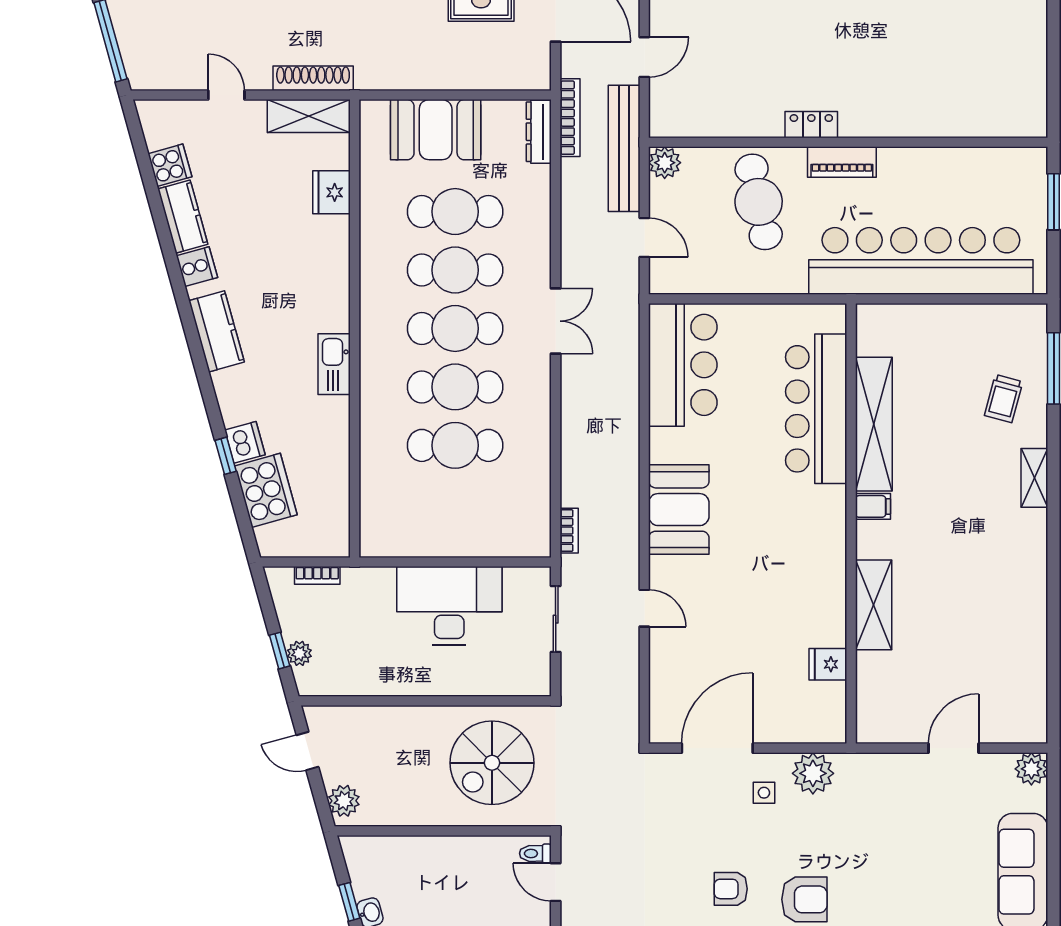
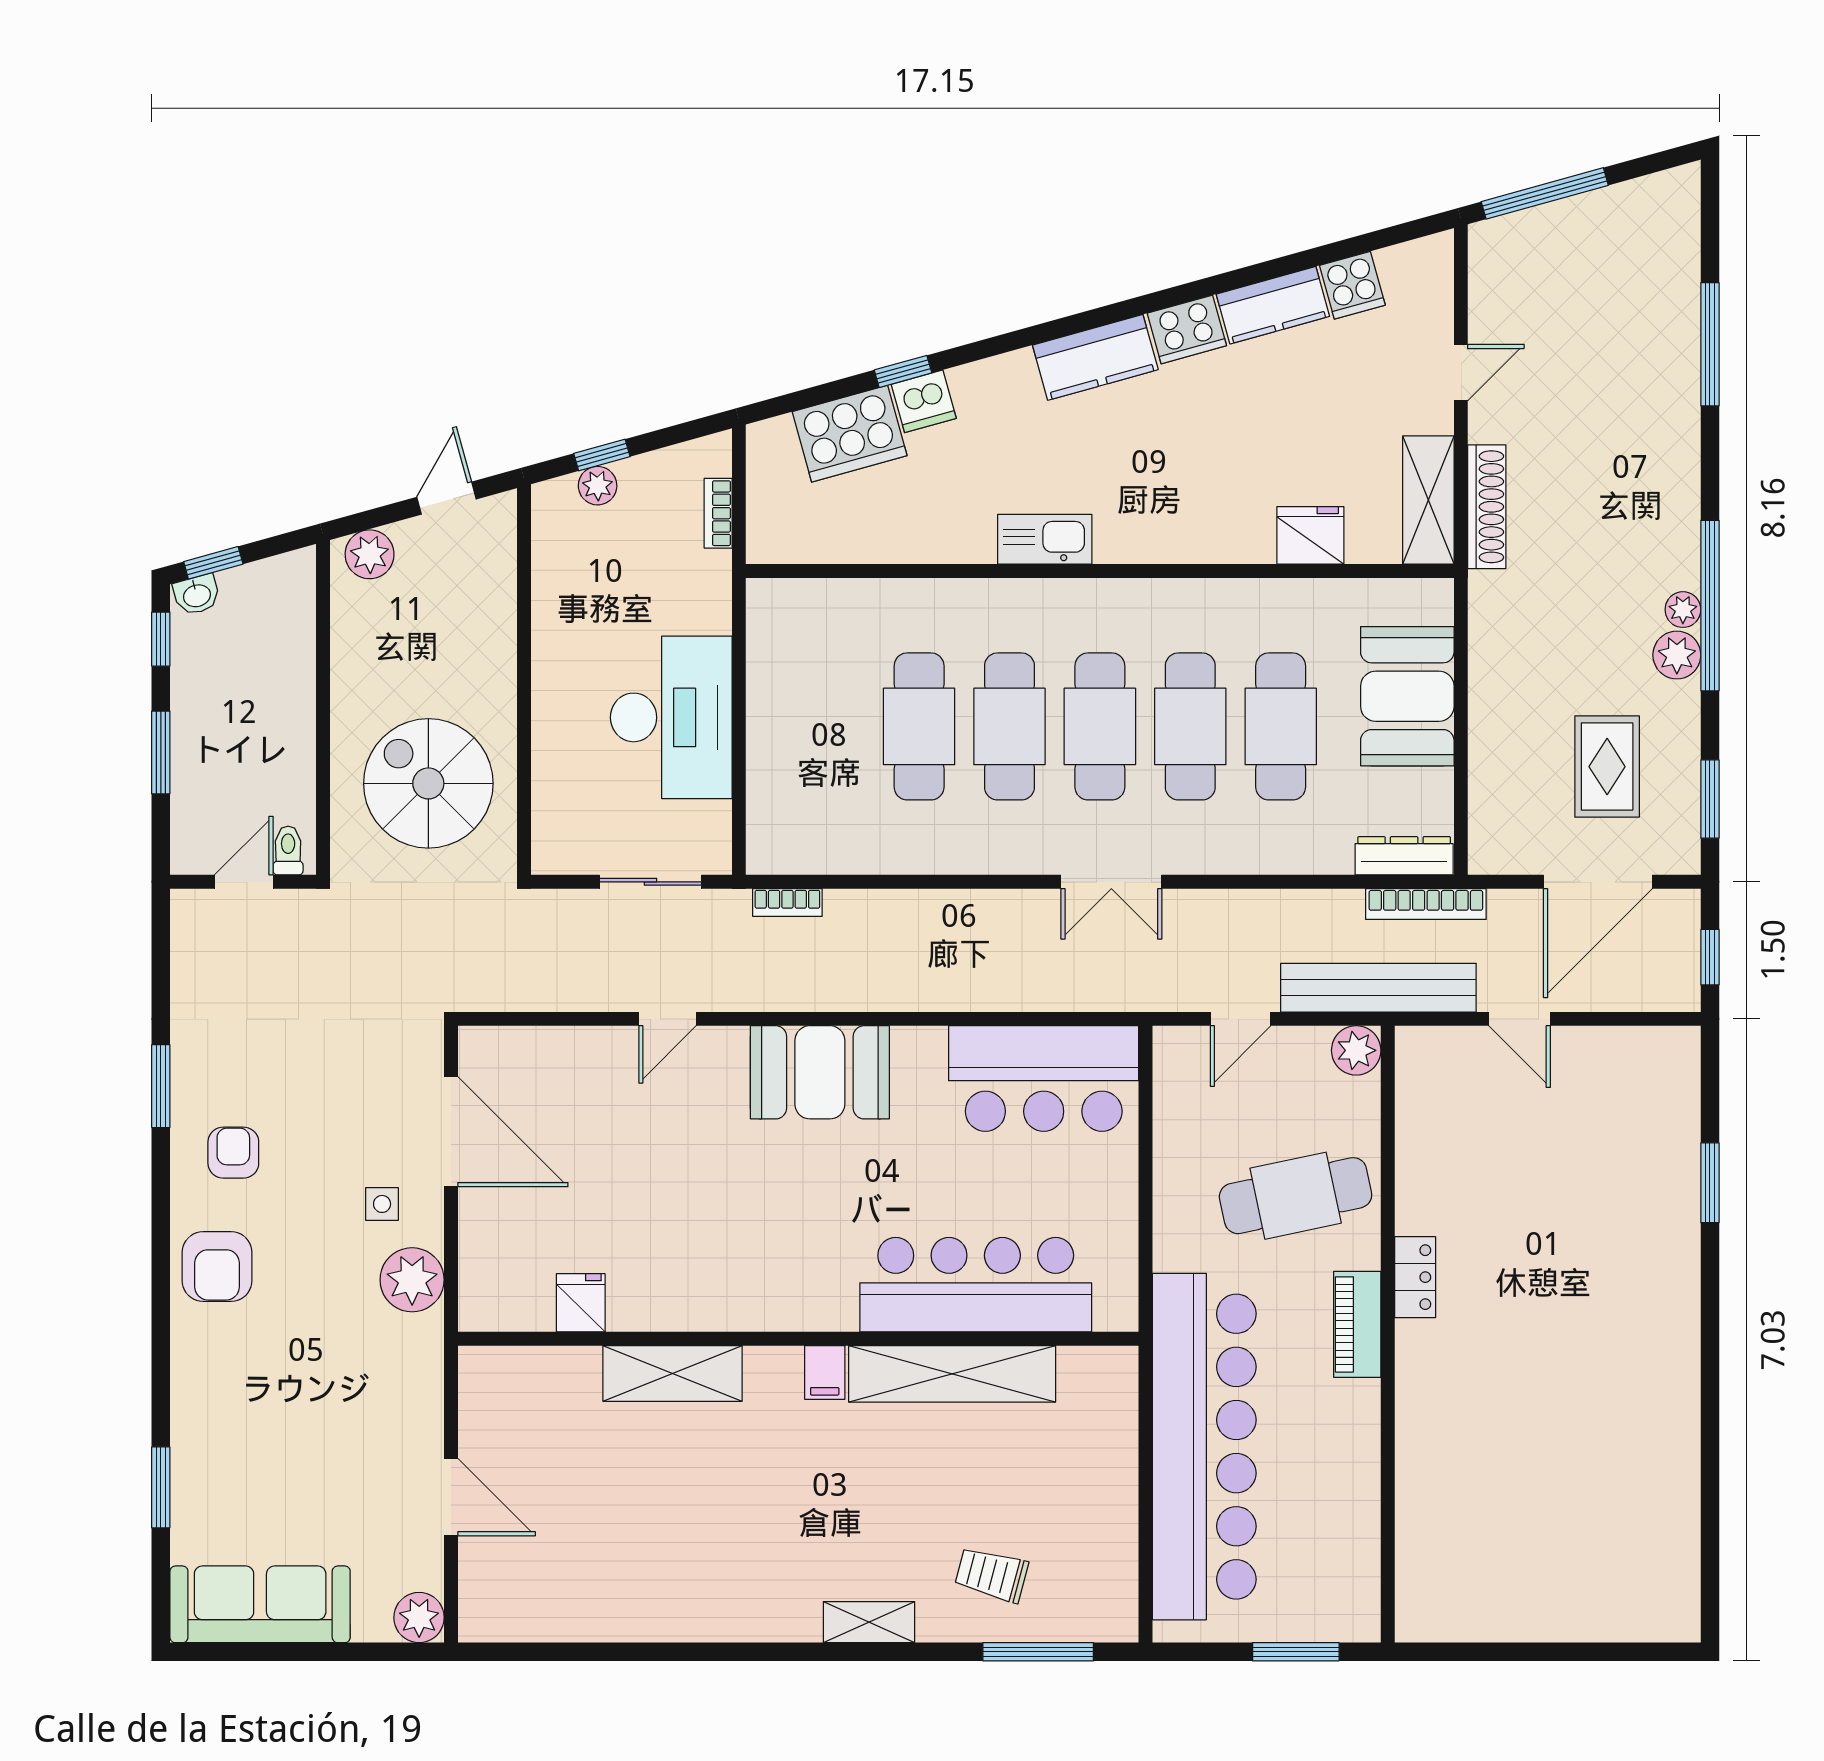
cooker: (197, 267) -> (1187, 329), width x1.36

